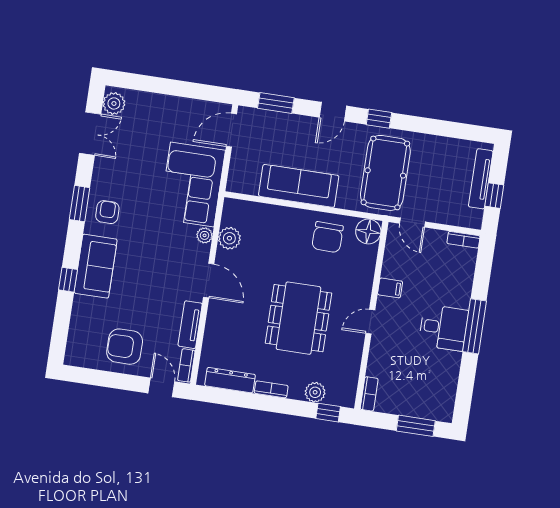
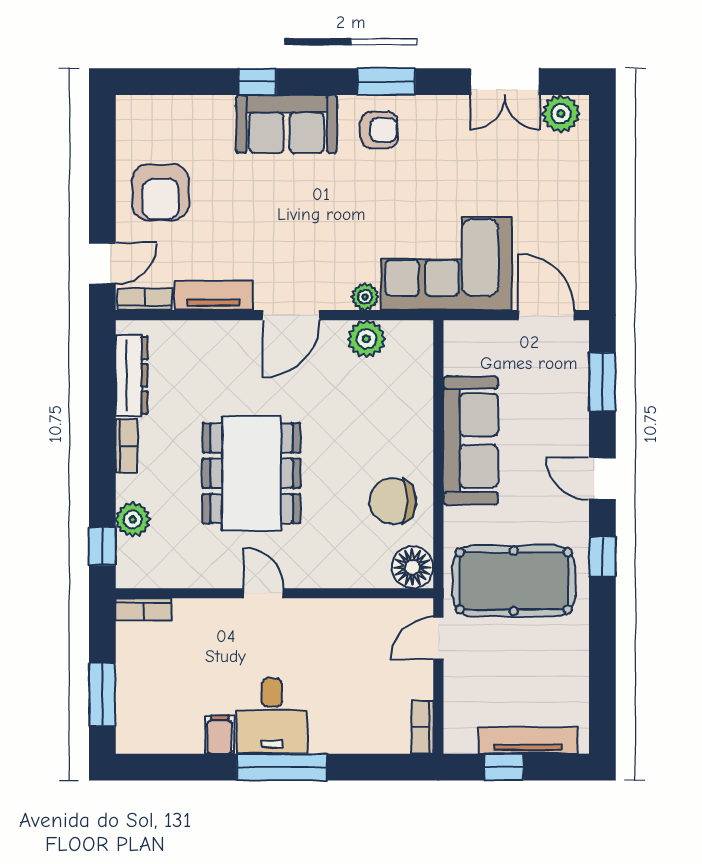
filing cabinet: (390, 288) -> (220, 735), moved, turned 180
dining table: (298, 318) -> (251, 473), turned 90
armchair: (125, 347) -> (161, 192), turned 180

